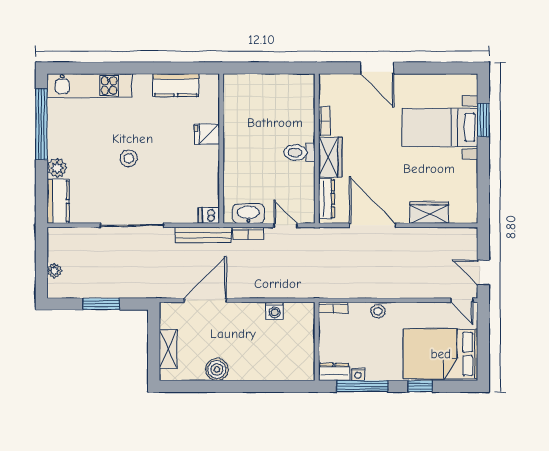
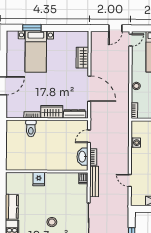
kitchen counter: (176, 85) -> (12, 207), moved
toilet: (299, 152) -> (31, 128), moved
door: (373, 225) -> (89, 89), swing flipped
door: (205, 300) -> (130, 180), width x0.53

